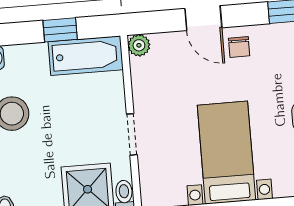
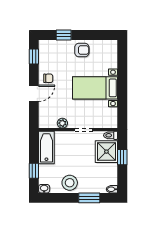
window: (60, 30) -> (34, 171), moved
plant: (139, 45) -> (62, 123), moved

